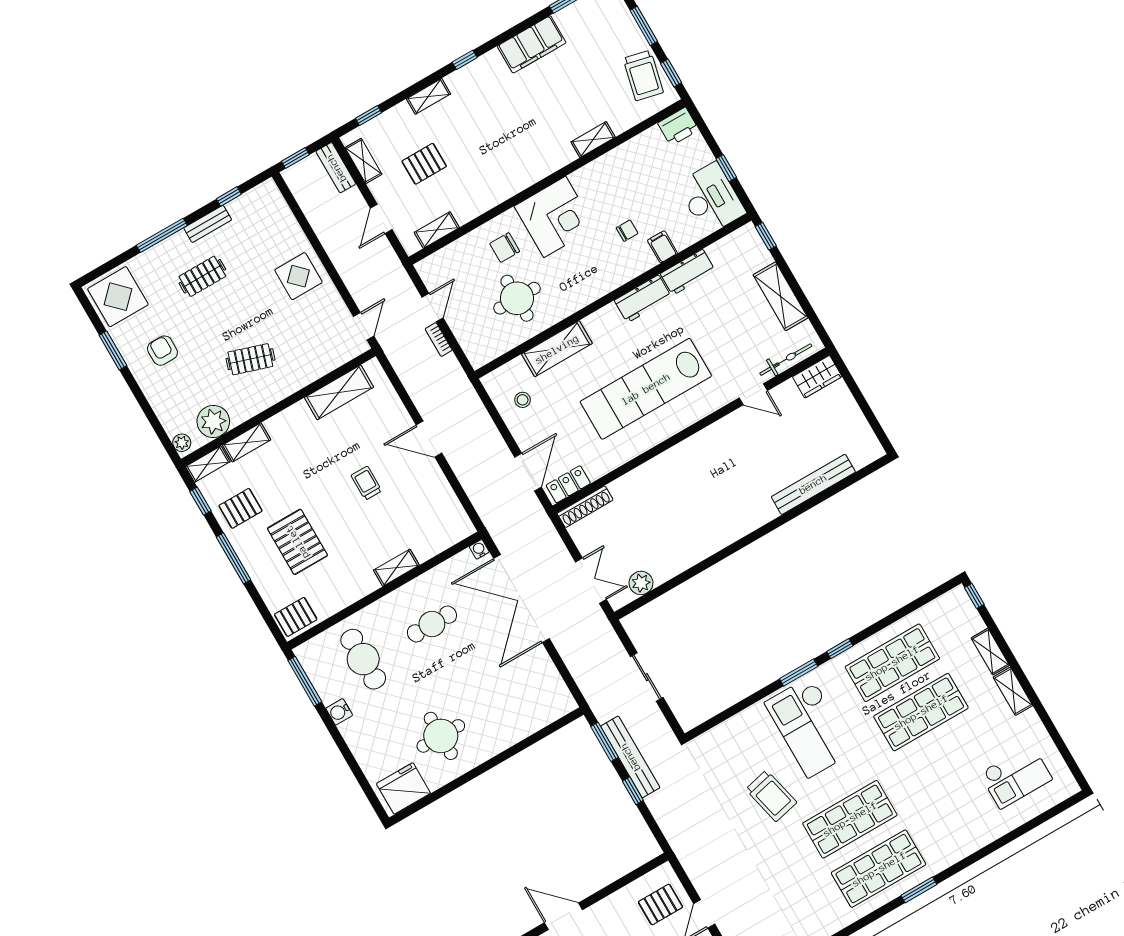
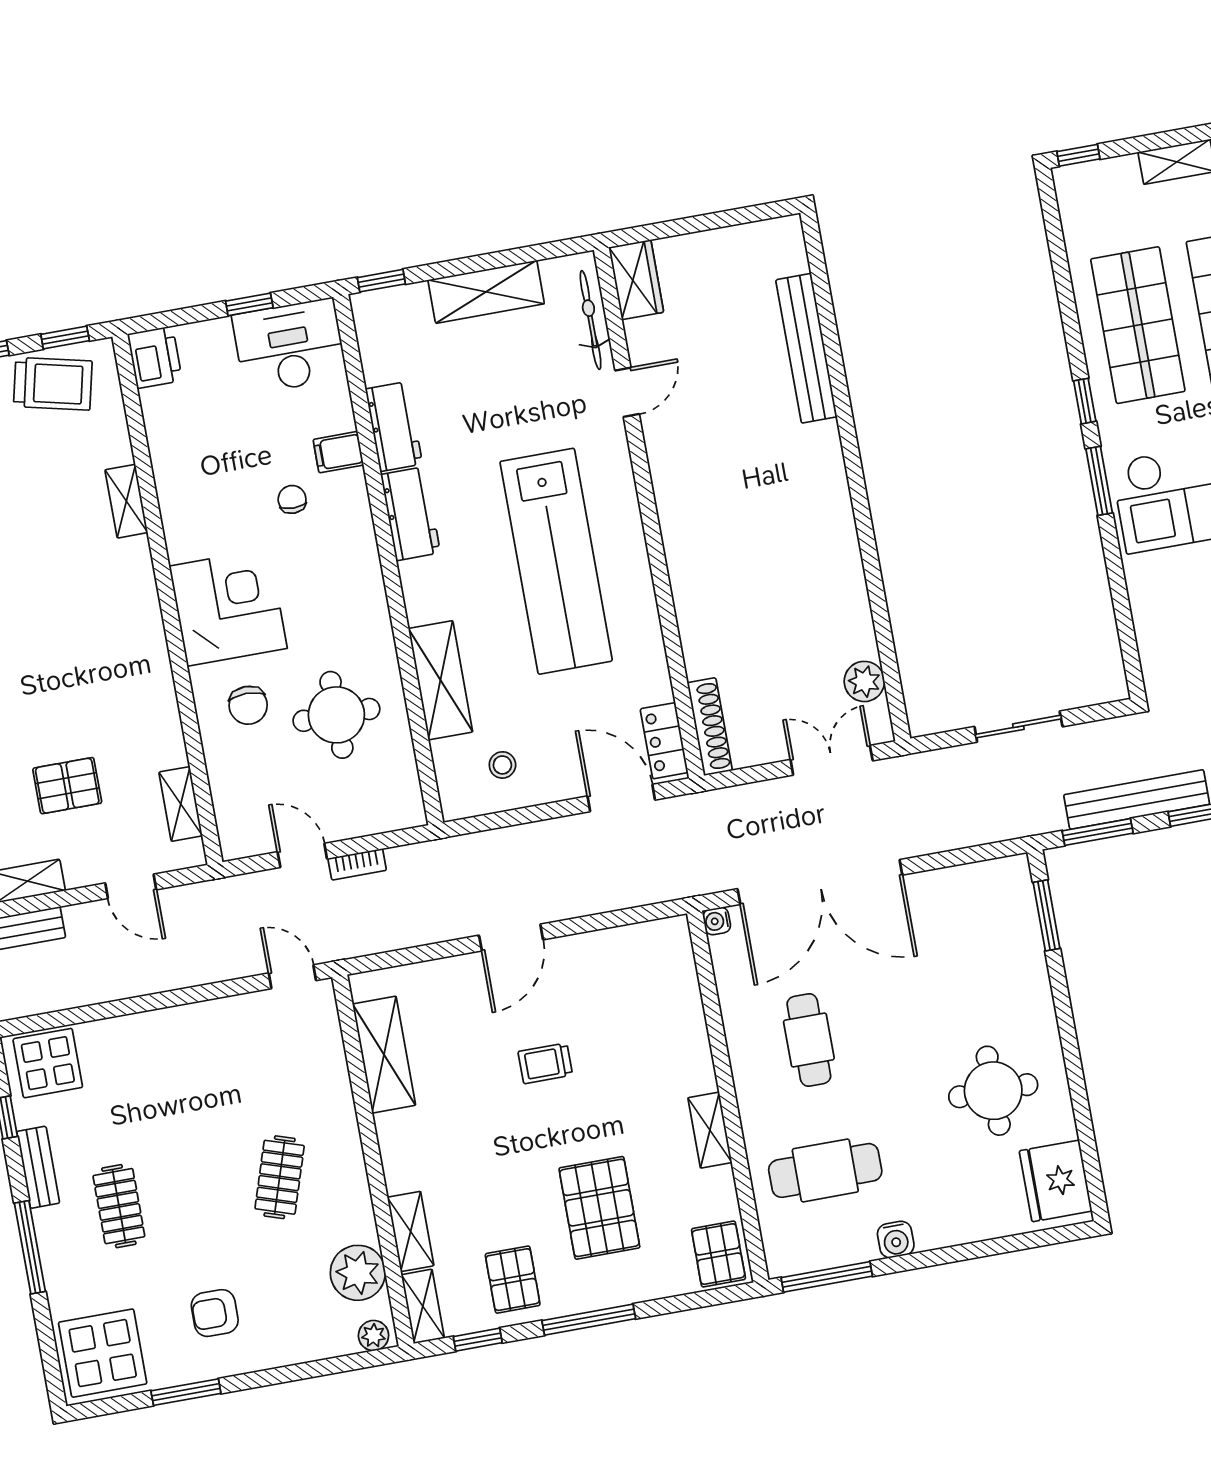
pallet: (424, 164) -> (67, 786), turned 90
display table: (298, 276) -> (48, 1063), moved
pallet: (297, 542) -> (599, 1208), turned 90
shelving: (396, 568) -> (710, 1130), moved
window: (548, 730) -> (1046, 915), added

